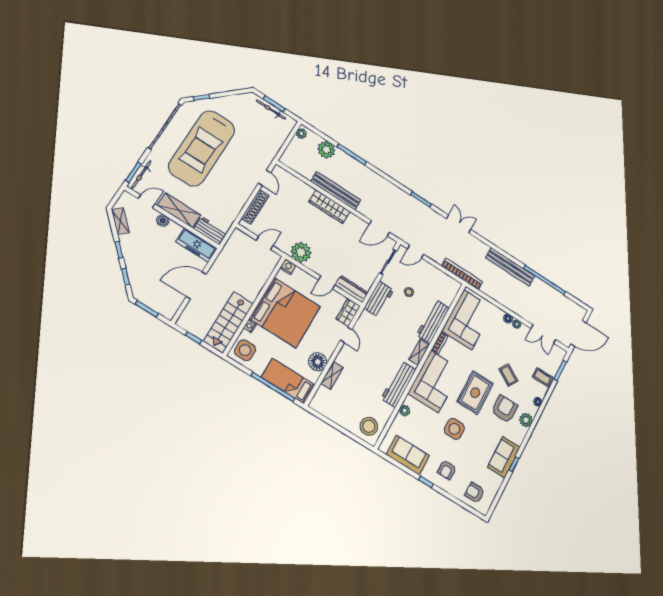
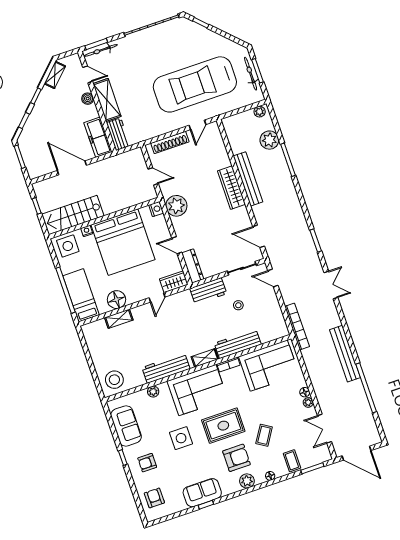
car: (202, 148) -> (195, 84), moved

